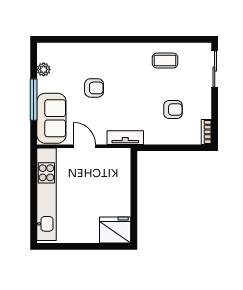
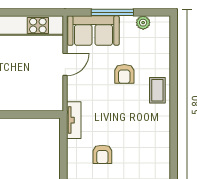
coffee table: (165, 60) -> (157, 90), moved
tv unit: (125, 138) -> (74, 120), moved

